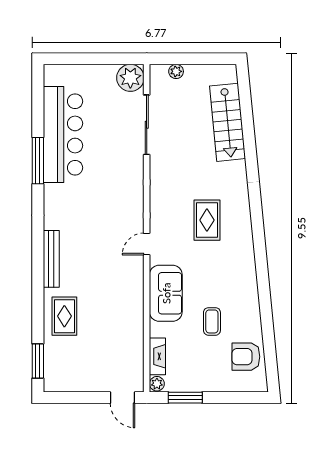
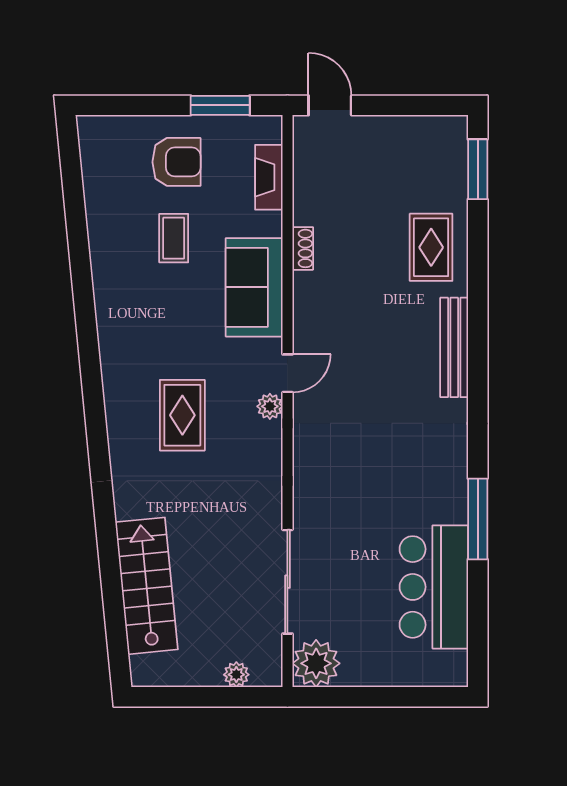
bar counter: (63, 134) -> (434, 587), width x0.73
shoe rack: (138, 316) -> (303, 248), added
armchair: (246, 357) -> (177, 162), moved
plant: (157, 384) -> (270, 406), moved

